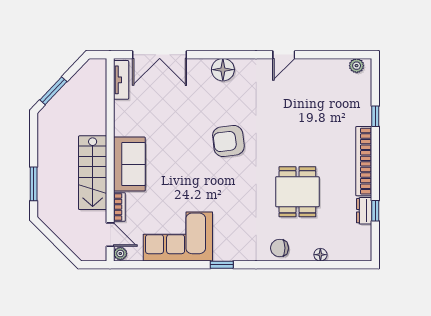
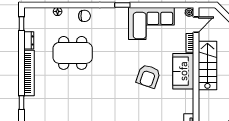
armchair: (228, 141) -> (148, 76), moved, turned 116
dining table: (297, 192) -> (73, 53), width x1.38
window: (375, 211) -> (21, 24), moved
door: (110, 235) -> (196, 25), swing flipped

